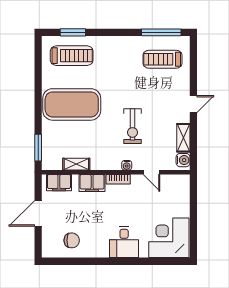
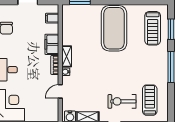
window: (161, 32) -> (171, 67), moved
exercise bike: (132, 126) -> (122, 101), moved
shelving: (76, 164) -> (67, 56), moved
filing cabinet: (59, 183) -> (52, 18), width x0.50

